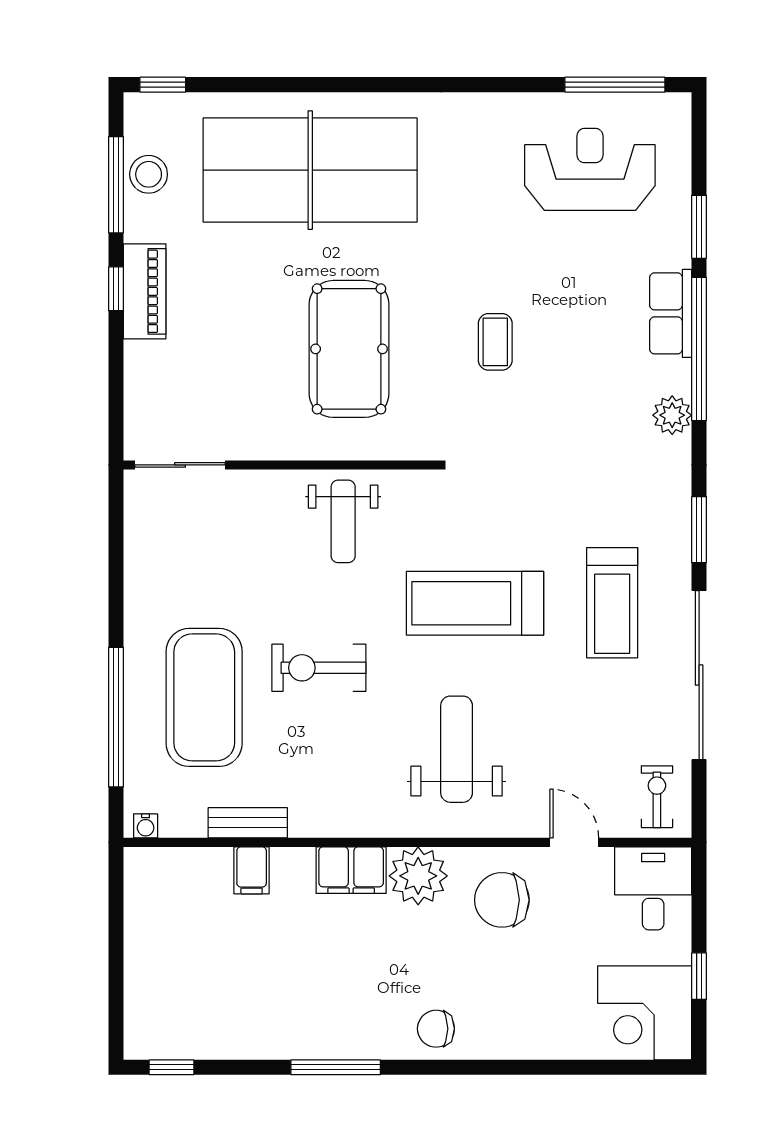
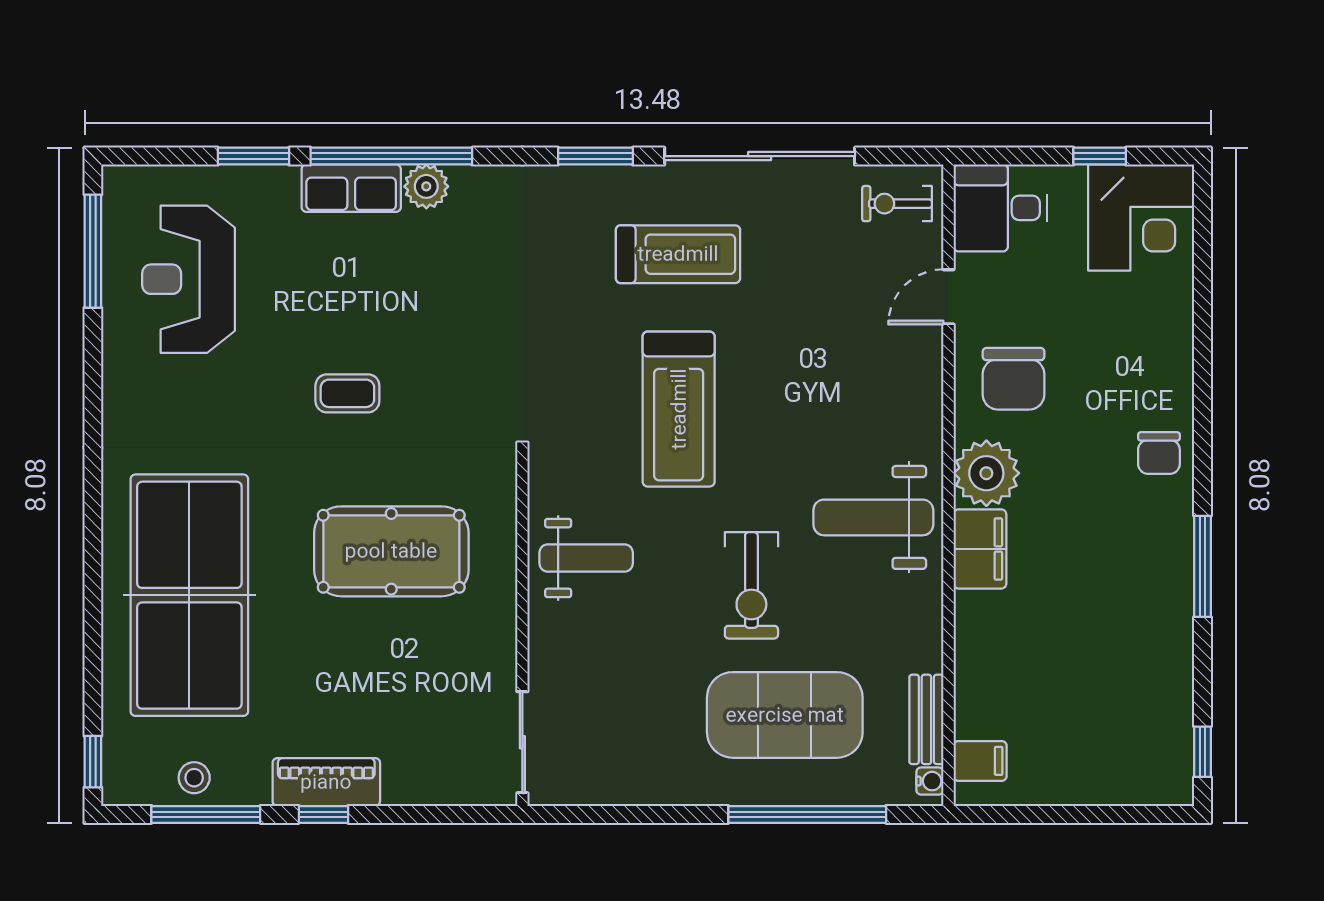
stool: (149, 174) -> (194, 778), width x0.73, depth x0.73
coffee table: (495, 342) -> (347, 393), moved
plant: (672, 415) -> (426, 186), moved
weight bench: (457, 749) -> (873, 517), moved
bench: (248, 823) -> (926, 719), moved
filing cabinet: (252, 870) -> (980, 761), moved

